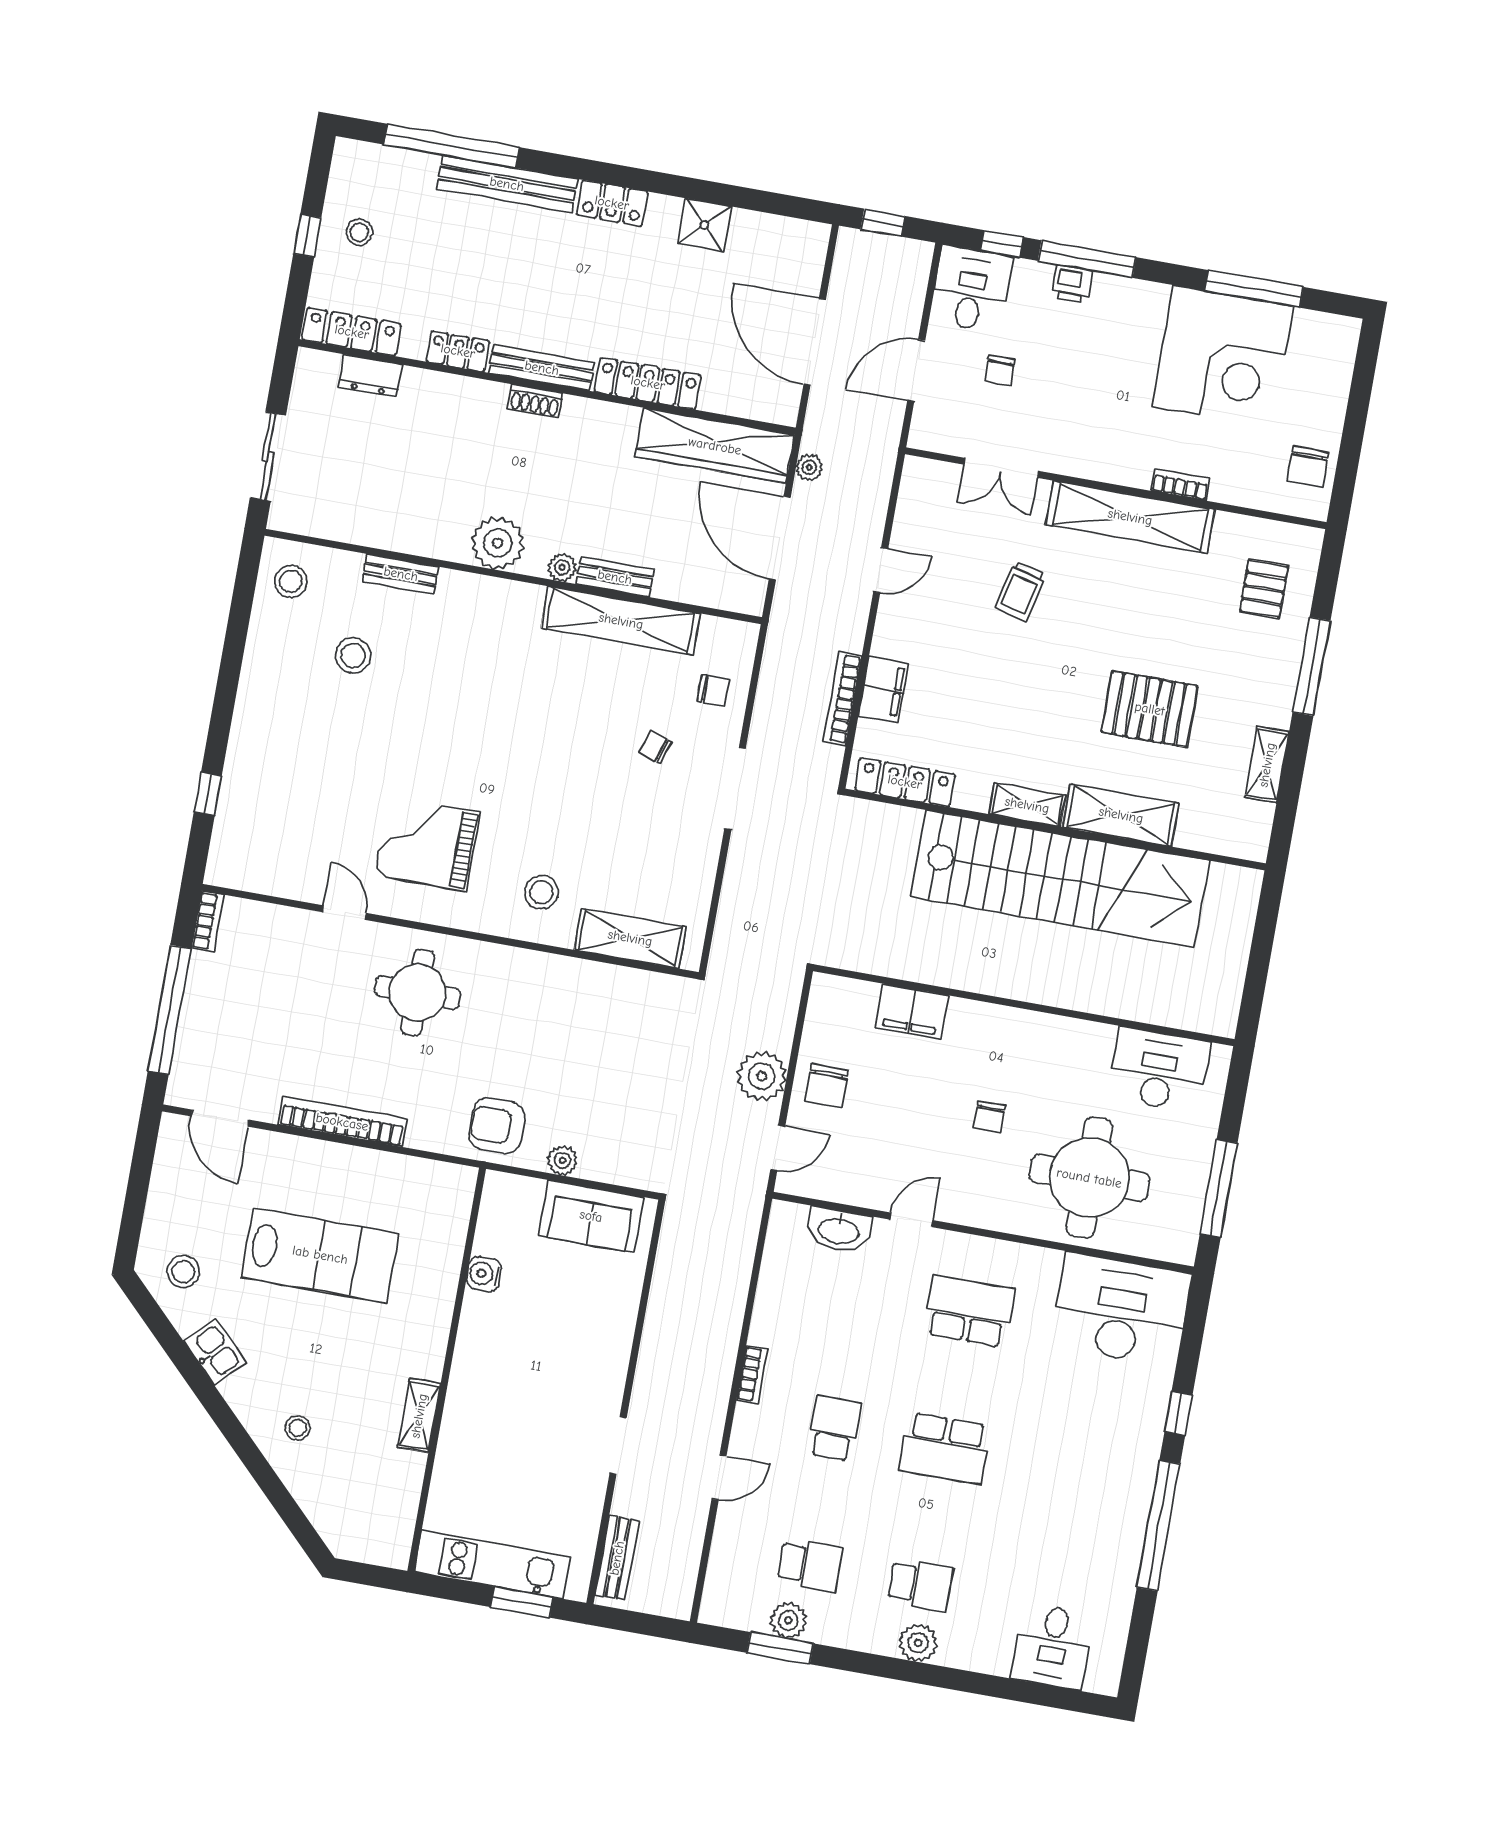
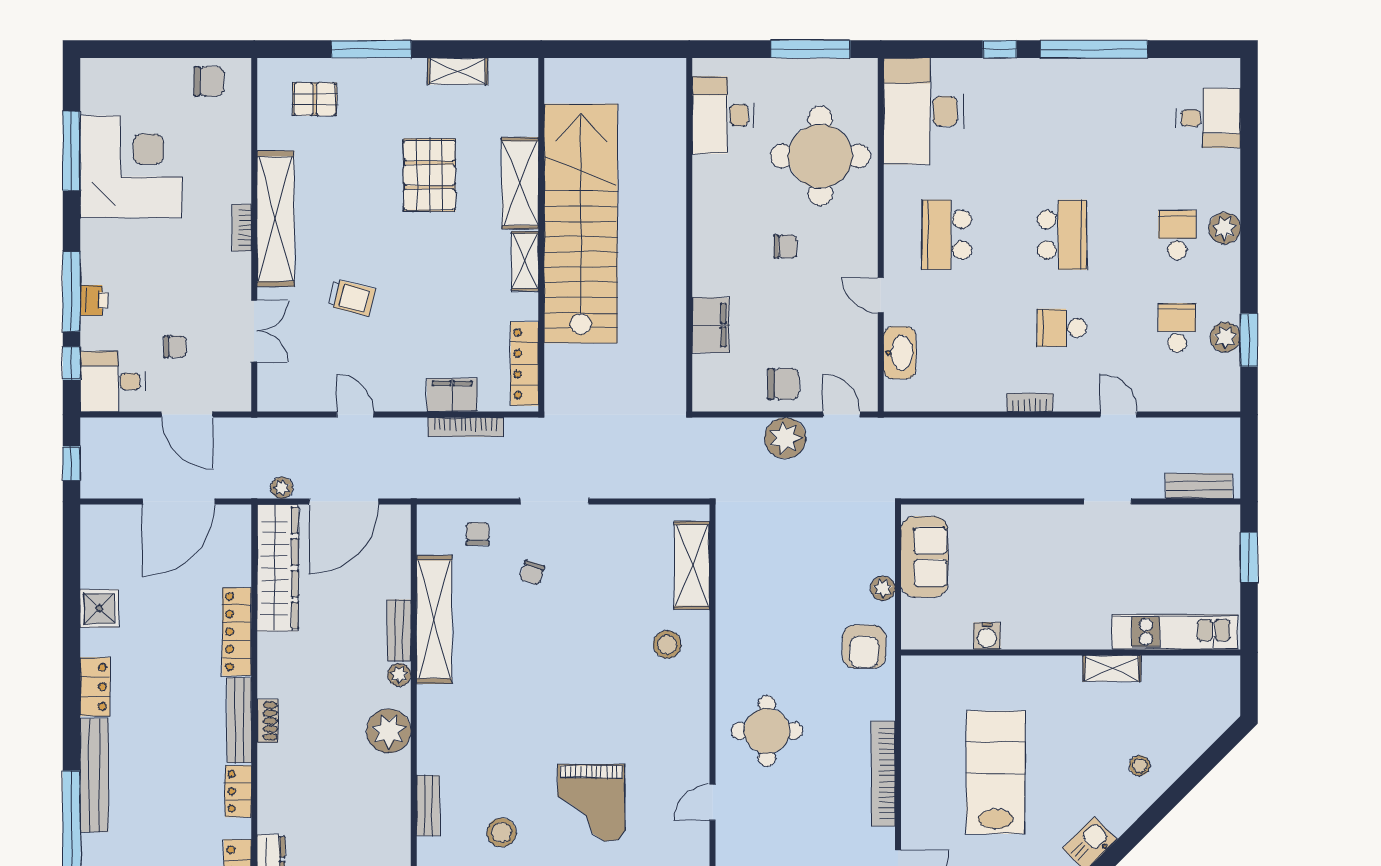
bookcase: (1180, 485) -> (242, 228), moved
grand piano: (427, 844) -> (591, 803), moved
kitchen unit: (492, 1564) -> (1175, 632), moved, turned 90

